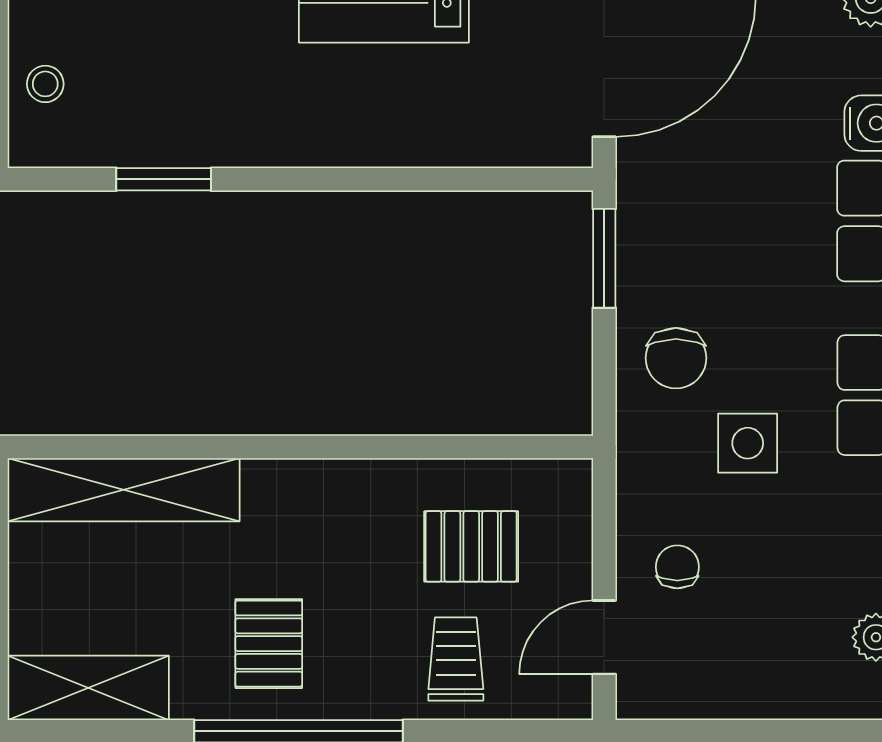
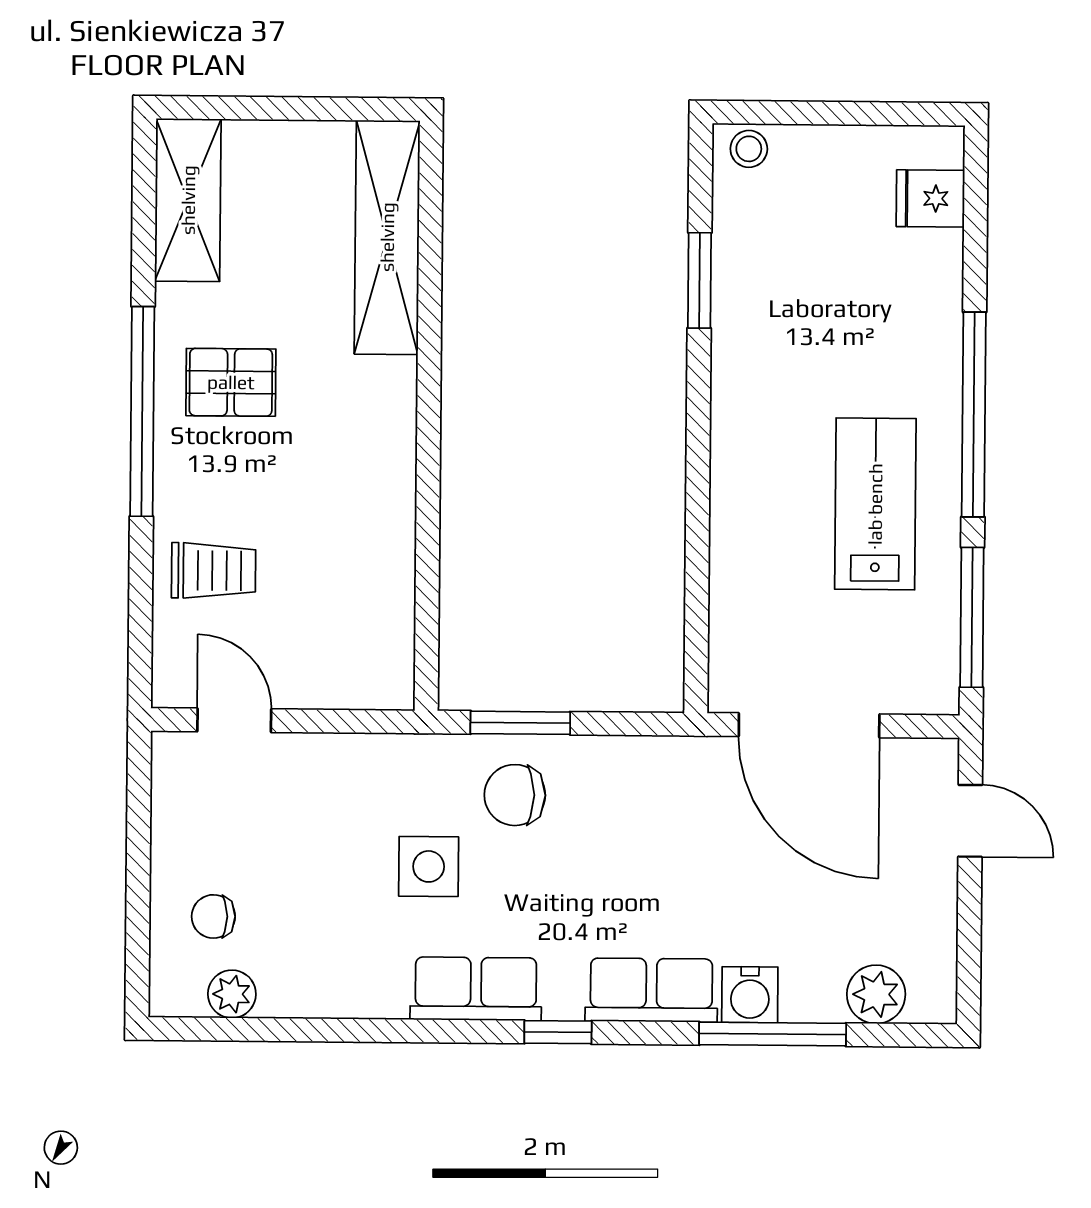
stool: (45, 84) -> (749, 149), moved
window: (604, 258) -> (520, 723), moved
pallet: (471, 546) -> (327, 587), removed
chair: (677, 567) -> (213, 916), moved, turned 180

